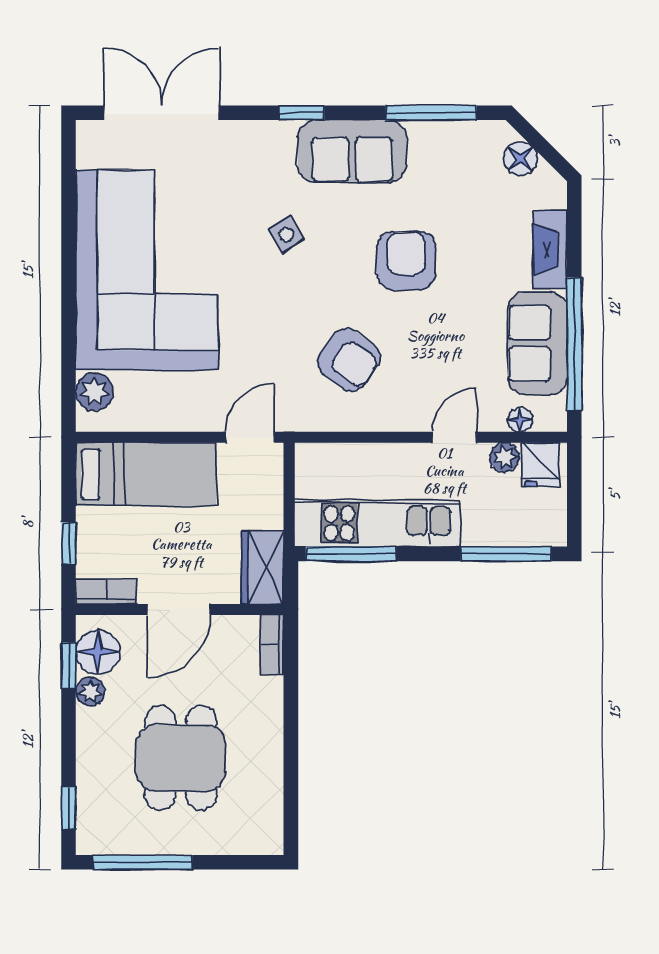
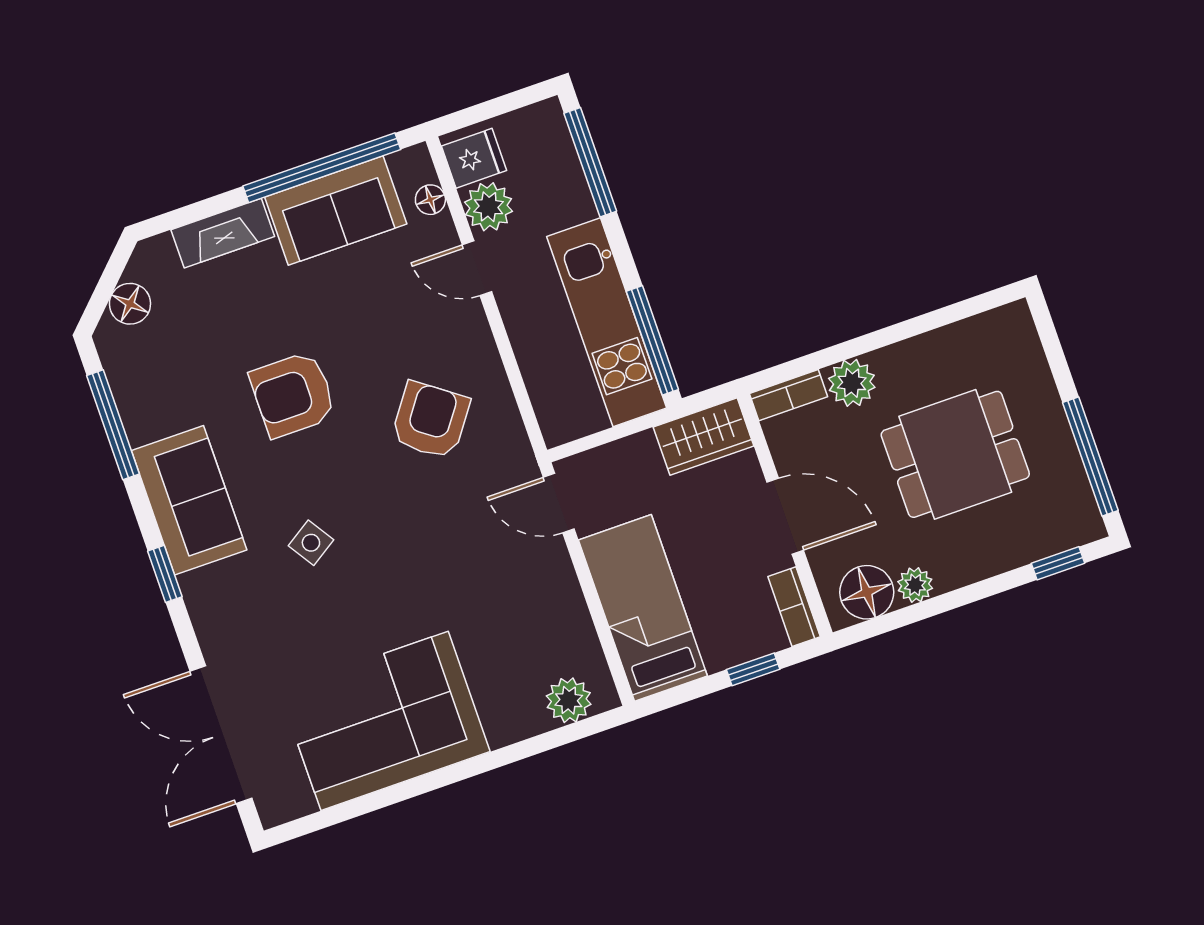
corner sofa: (147, 270) -> (385, 721), width x0.73, depth x0.74
plant: (504, 457) -> (489, 207), width x1.38, depth x1.38
window: (69, 666) -> (894, 620), removed
plant: (264, 697) -> (852, 383), added

